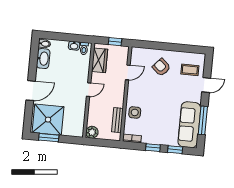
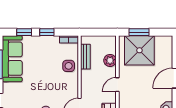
shower: (48, 120) -> (139, 50), moved
plant: (92, 132) -> (110, 60), moved
window: (49, 138) -> (139, 32), moved

